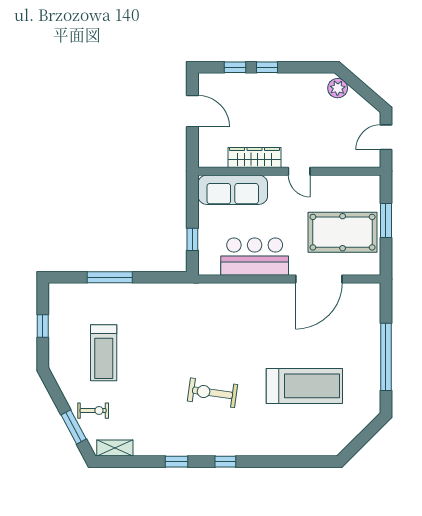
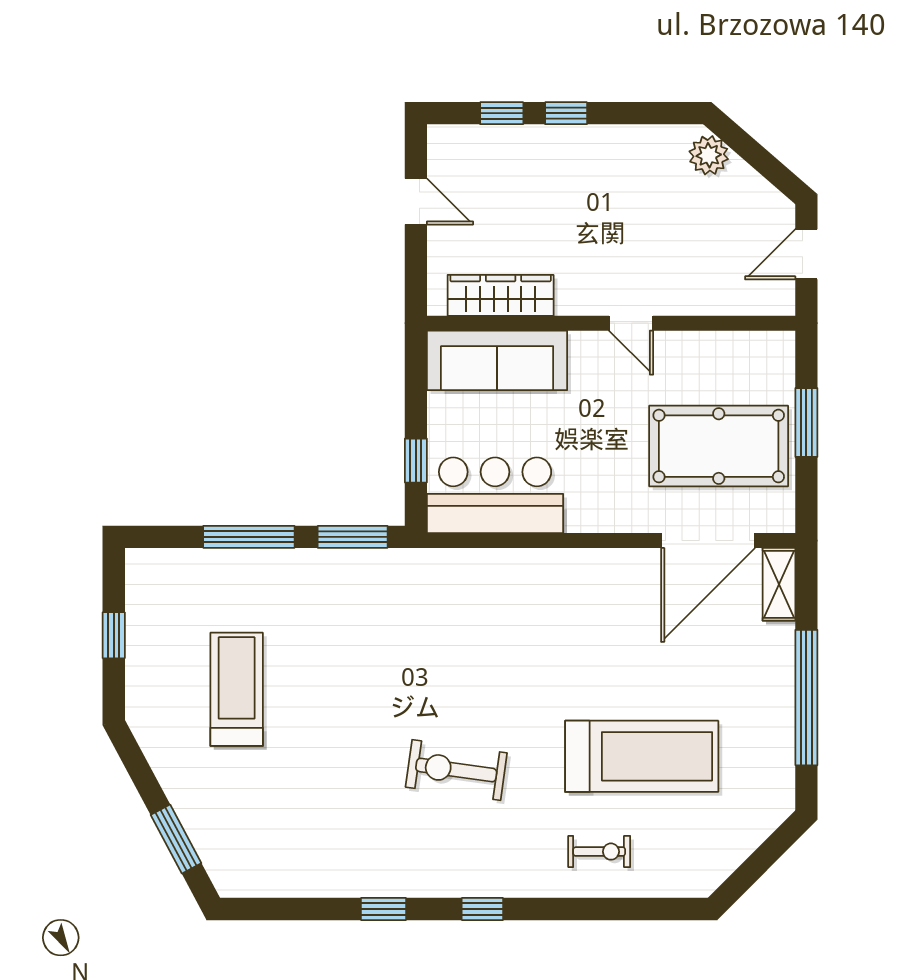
door: (192, 111) -> (416, 202), width x0.73
wardrobe: (255, 158) -> (501, 295), moved
bar counter: (255, 257) -> (495, 495), moved
window: (161, 277) -> (353, 537), added
door: (319, 279) -> (708, 541), moved
treadmill: (104, 353) -> (237, 689), turned 180
exercise bike: (93, 411) -> (599, 852), moved
shelving: (115, 448) -> (779, 584), moved, turned 90

